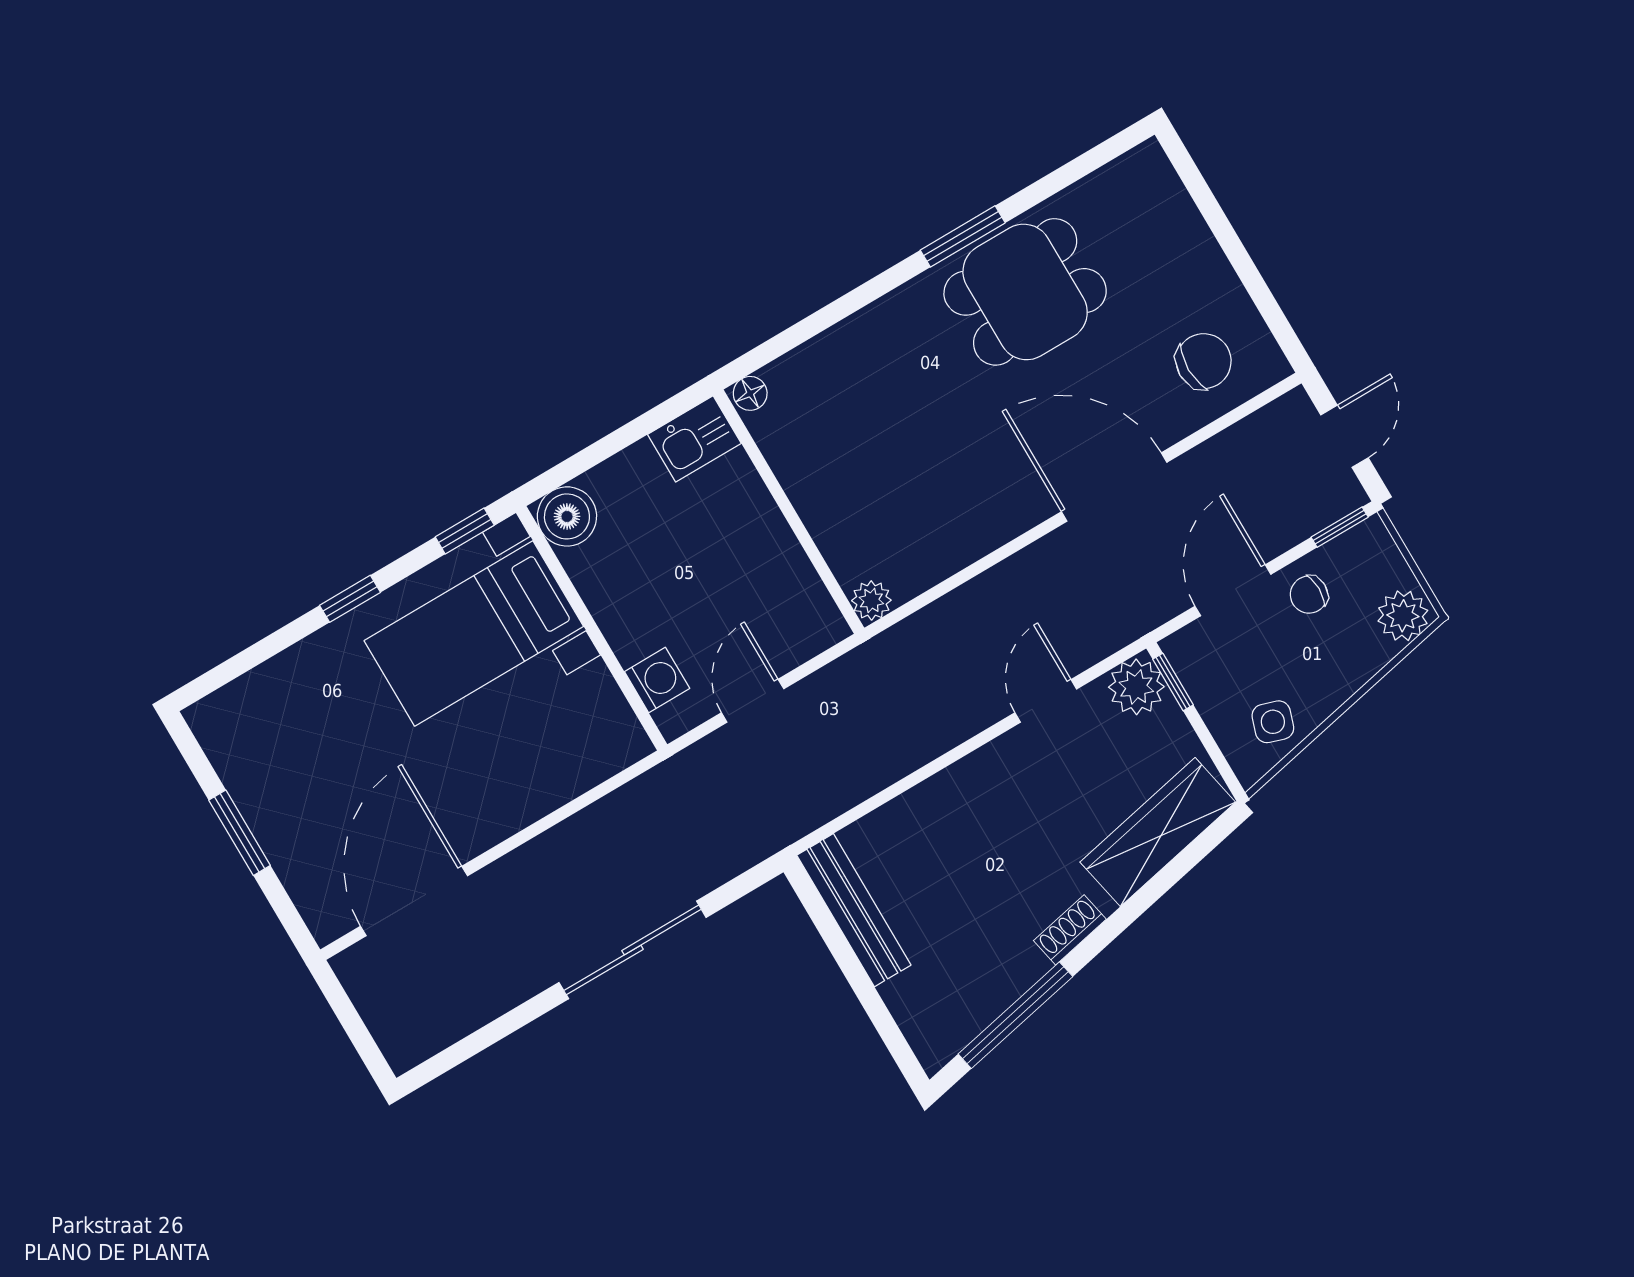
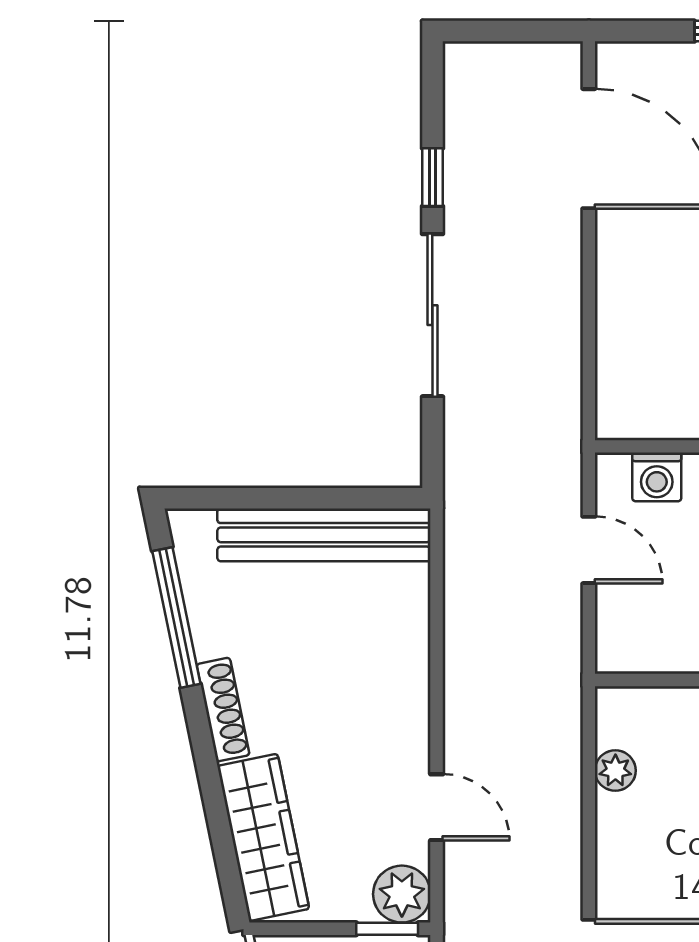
plant: (871, 600) -> (615, 771), moved
bench: (854, 910) -> (324, 535), width x1.37, depth x1.21
shoe rack: (1070, 930) -> (223, 710), width x1.43
window: (516, 1019) -> (432, 177), added

